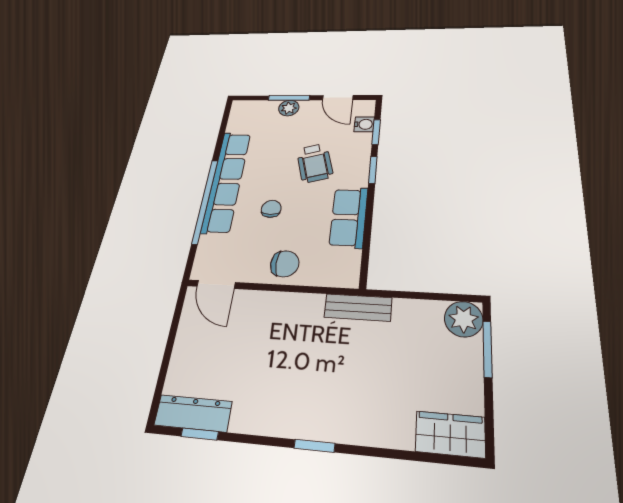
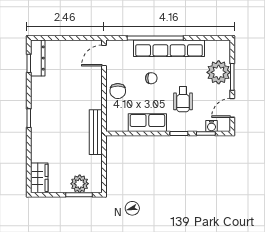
plant: (289, 108) -> (219, 72), width x1.87, depth x1.87
wheelchair: (315, 163) -> (183, 99), turned -74
bench: (358, 307) -> (96, 132), width x1.36
plant: (464, 319) -> (80, 184), moved

